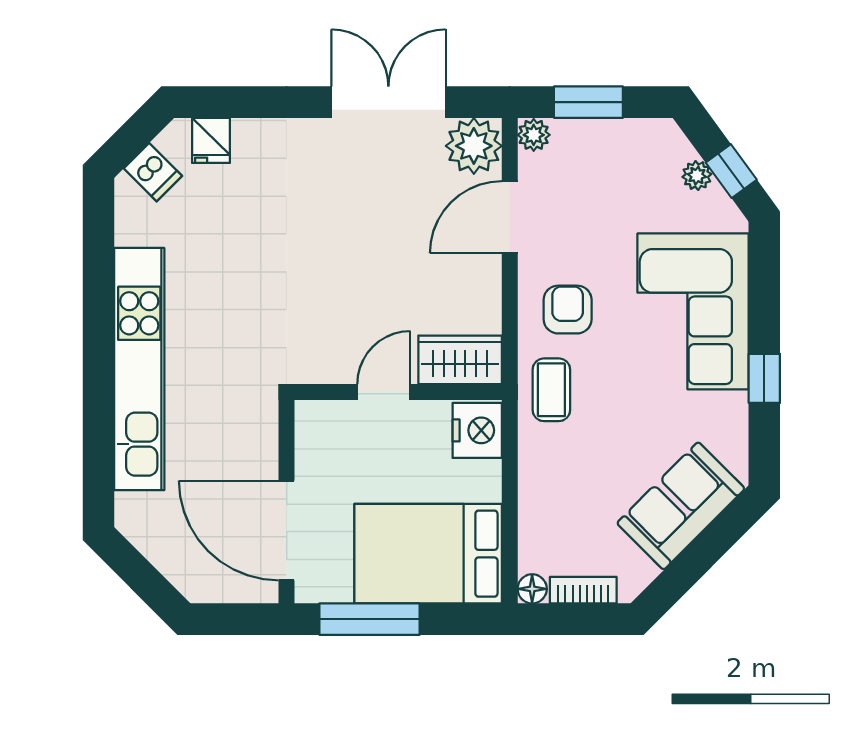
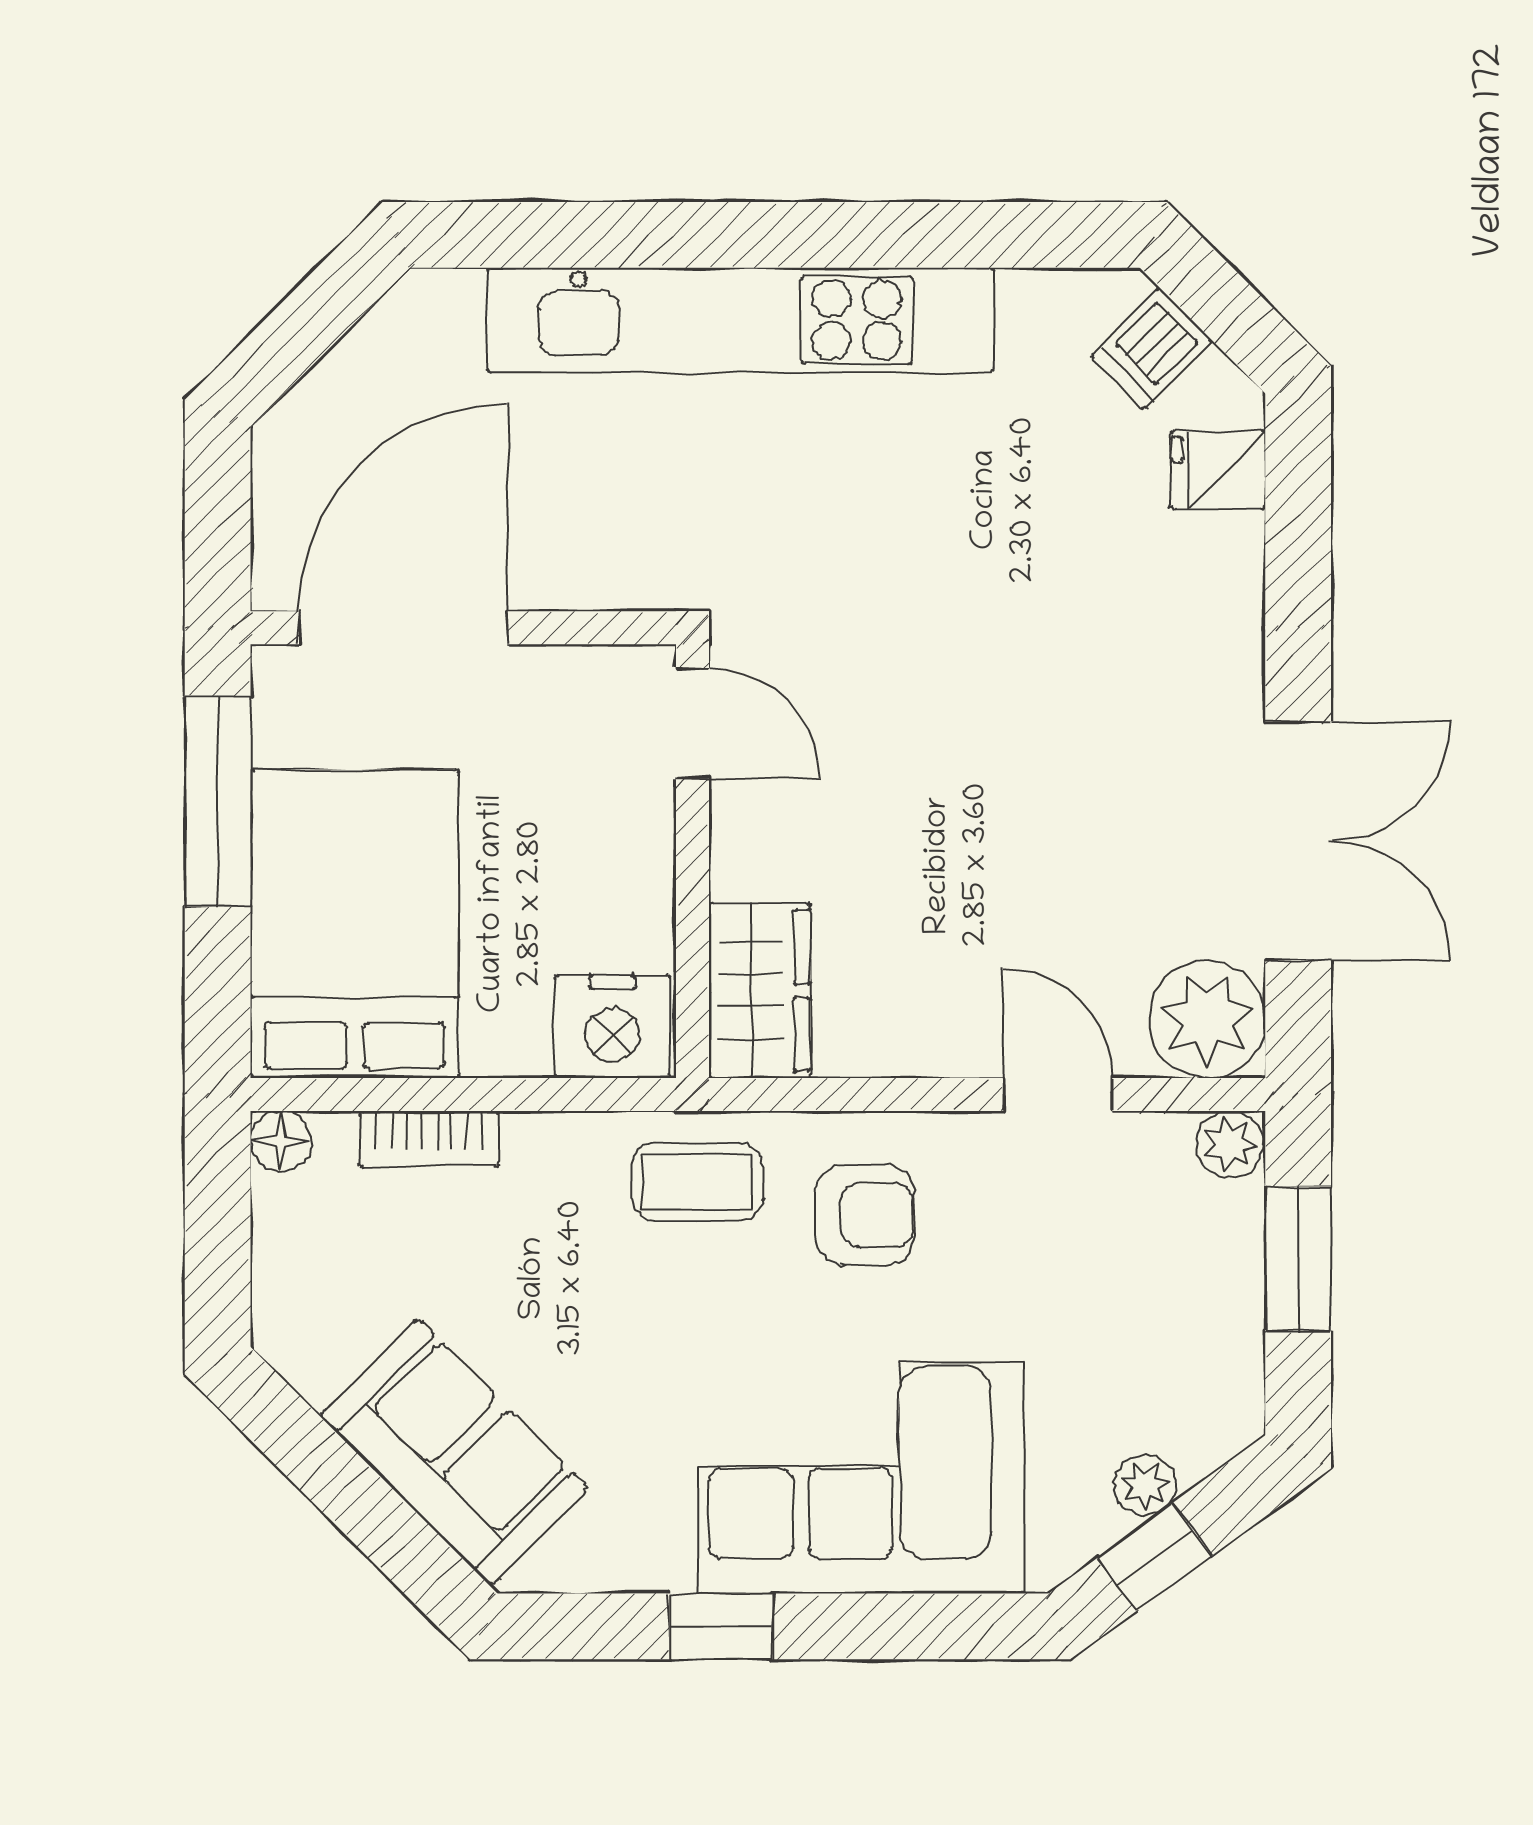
door: (510, 217) -> (1058, 1094), width x0.73
door: (384, 392) -> (692, 723), moved
bookcase: (583, 590) -> (429, 1139), moved, turned 90

